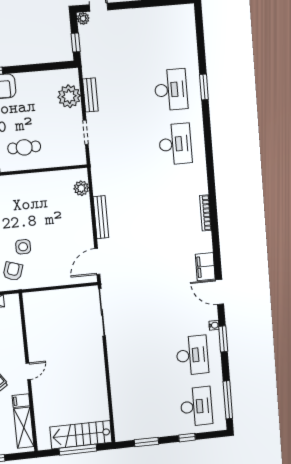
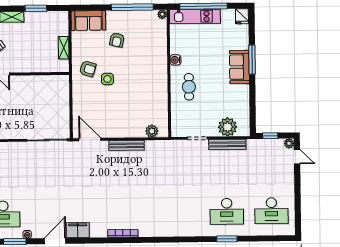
bench: (90, 95) -> (227, 144), width x1.36
desk: (175, 144) -> (271, 211), moved

